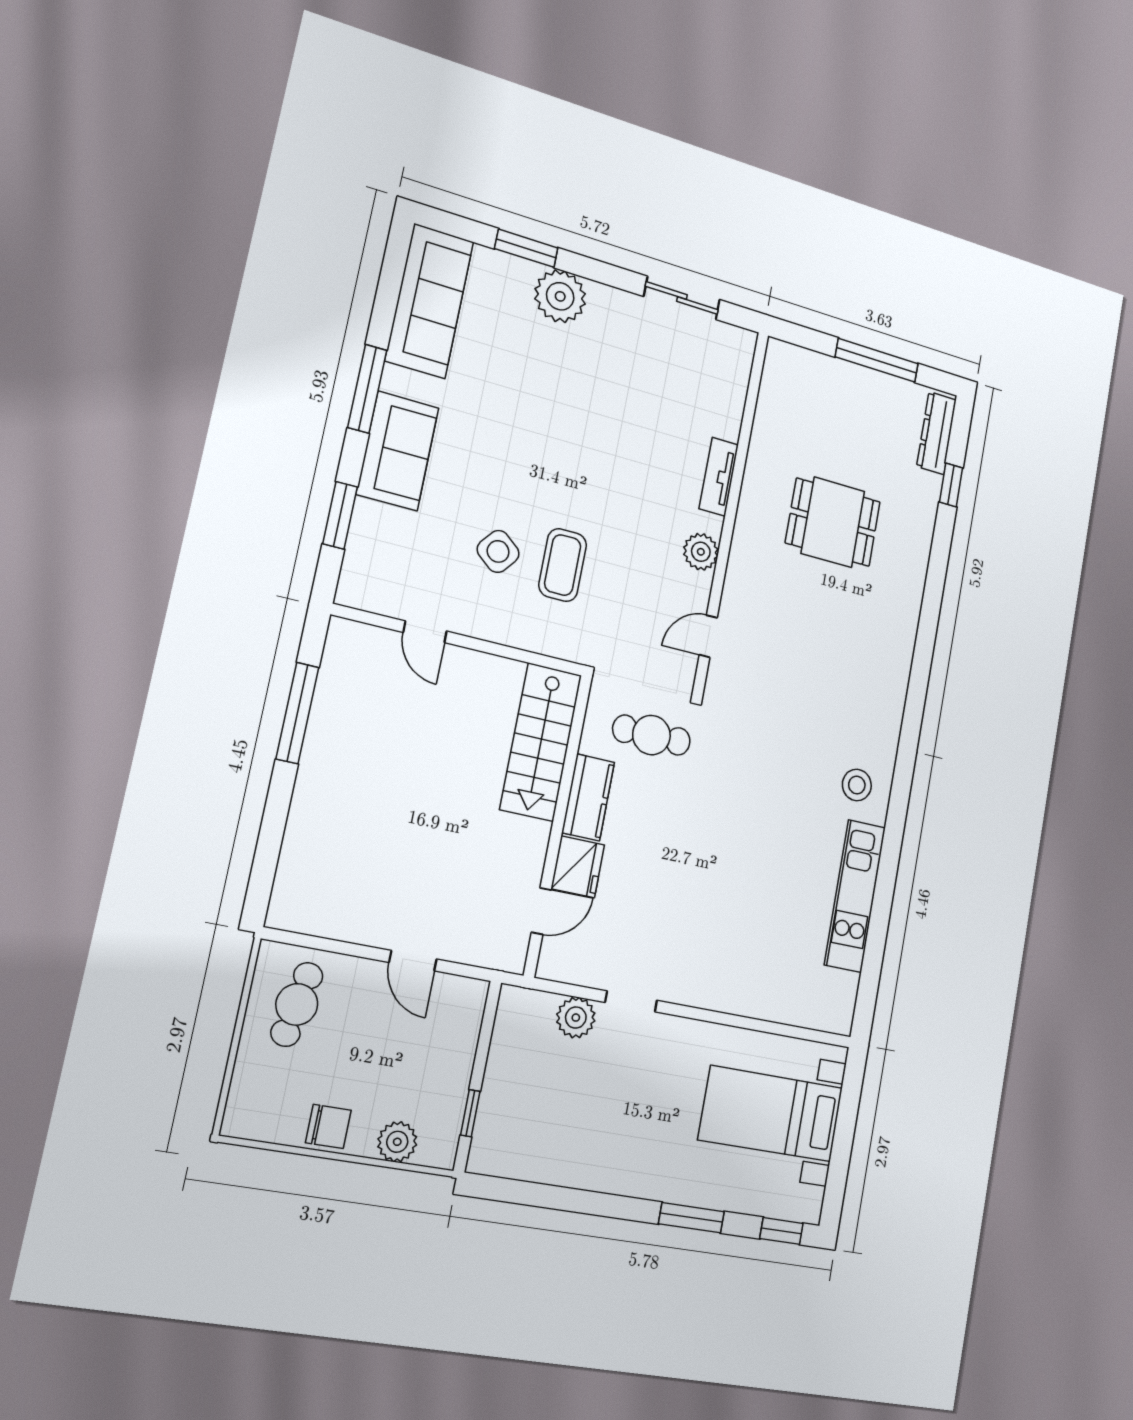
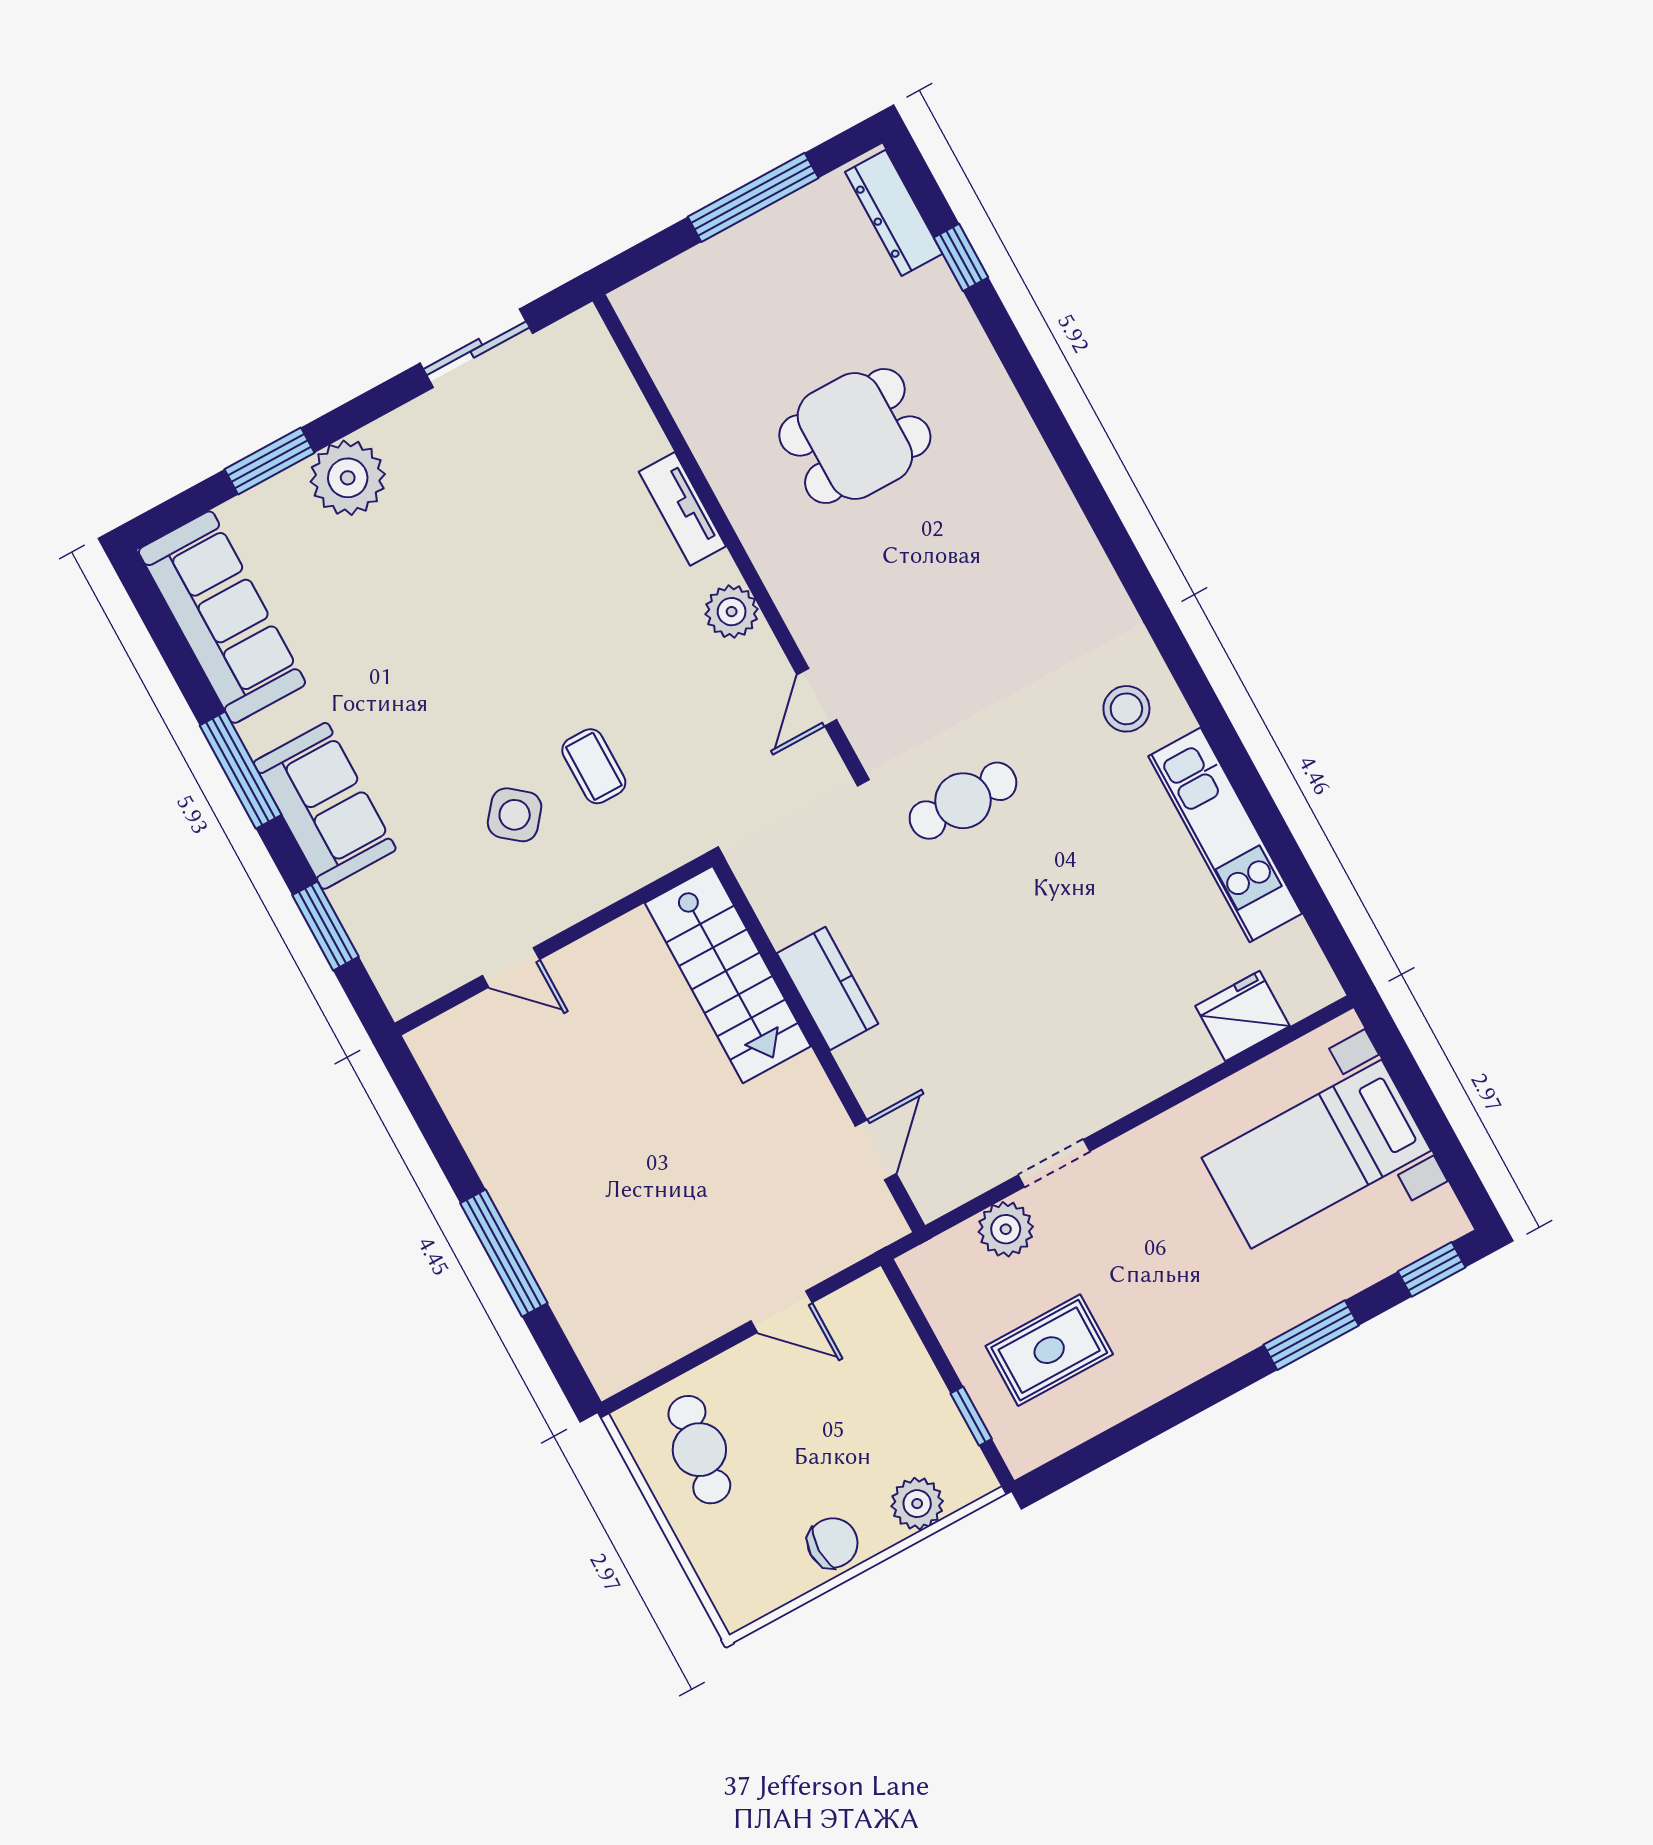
coffee table: (563, 565) -> (594, 766), width x0.73, depth x0.77
window: (297, 713) -> (504, 1253), moved
cafe table: (651, 735) -> (963, 801), moved
fridge: (578, 867) -> (1243, 1016), moved, turned -90
rug: (544, 1109) -> (1049, 1350), added

